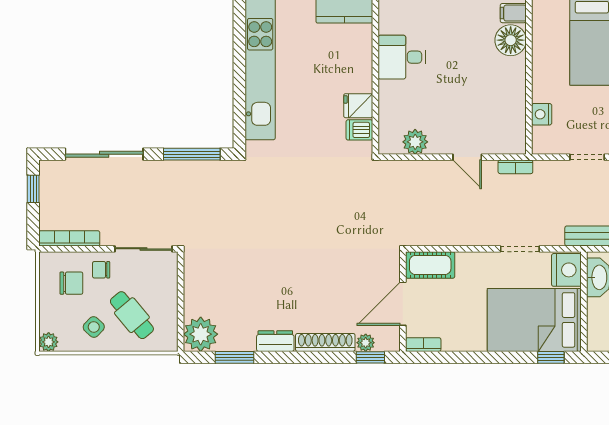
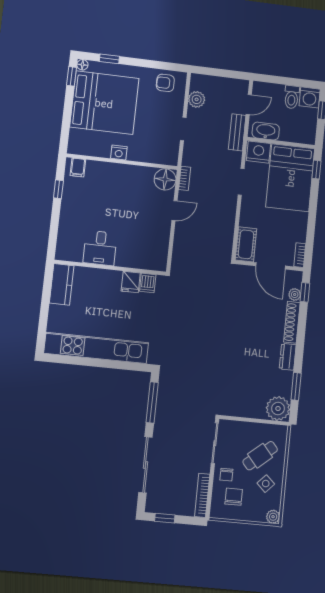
floor lamp: (511, 40) -> (165, 179), moved
nightstand: (542, 114) -> (119, 153), moved
plant: (415, 142) -> (160, 245), removed

